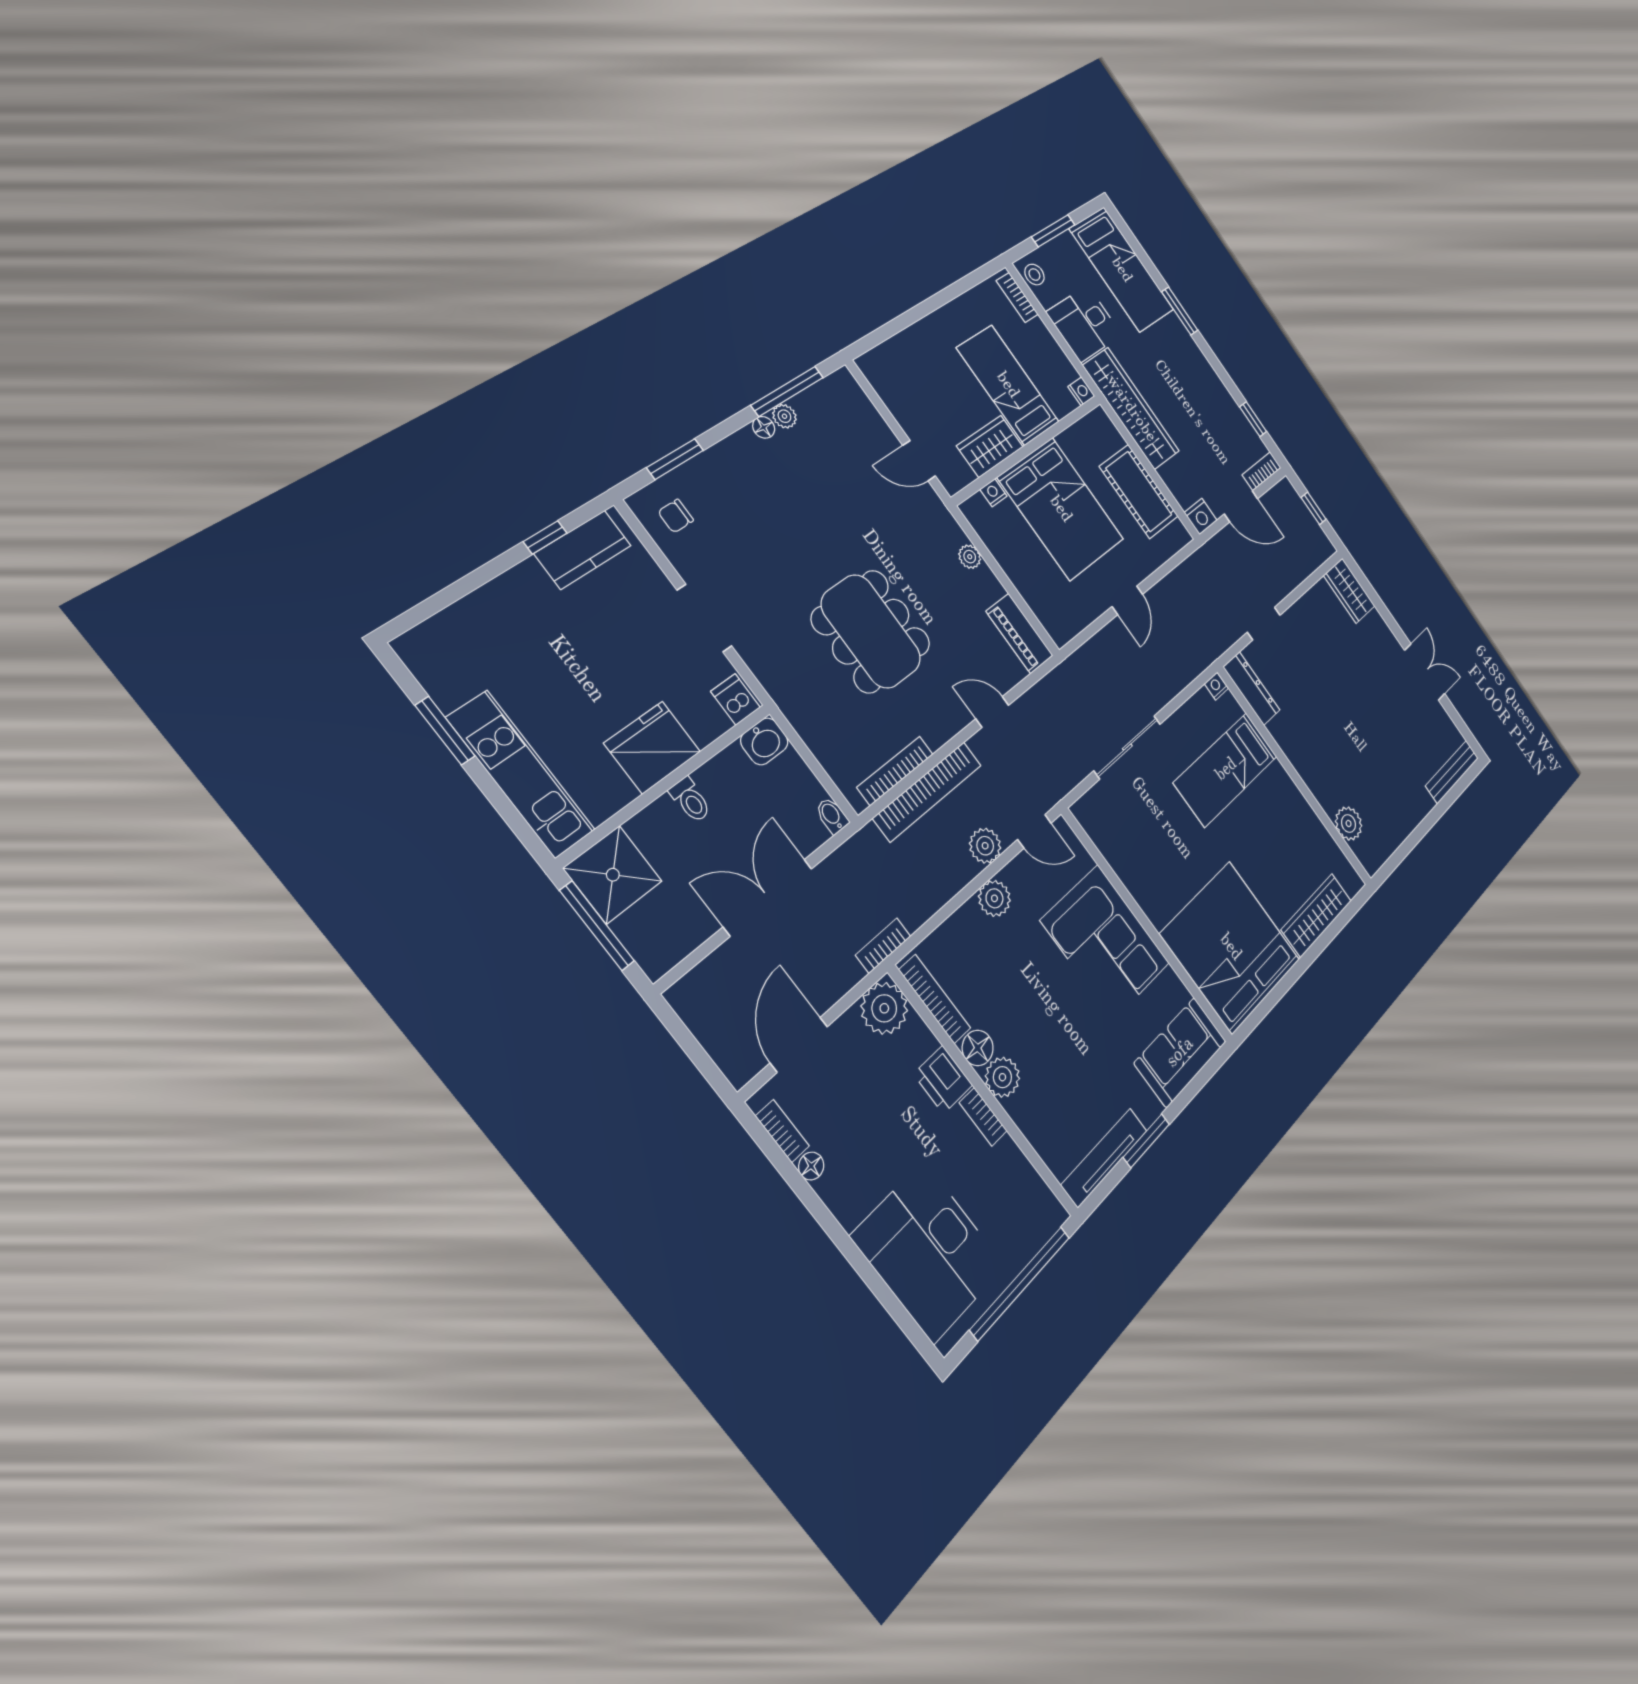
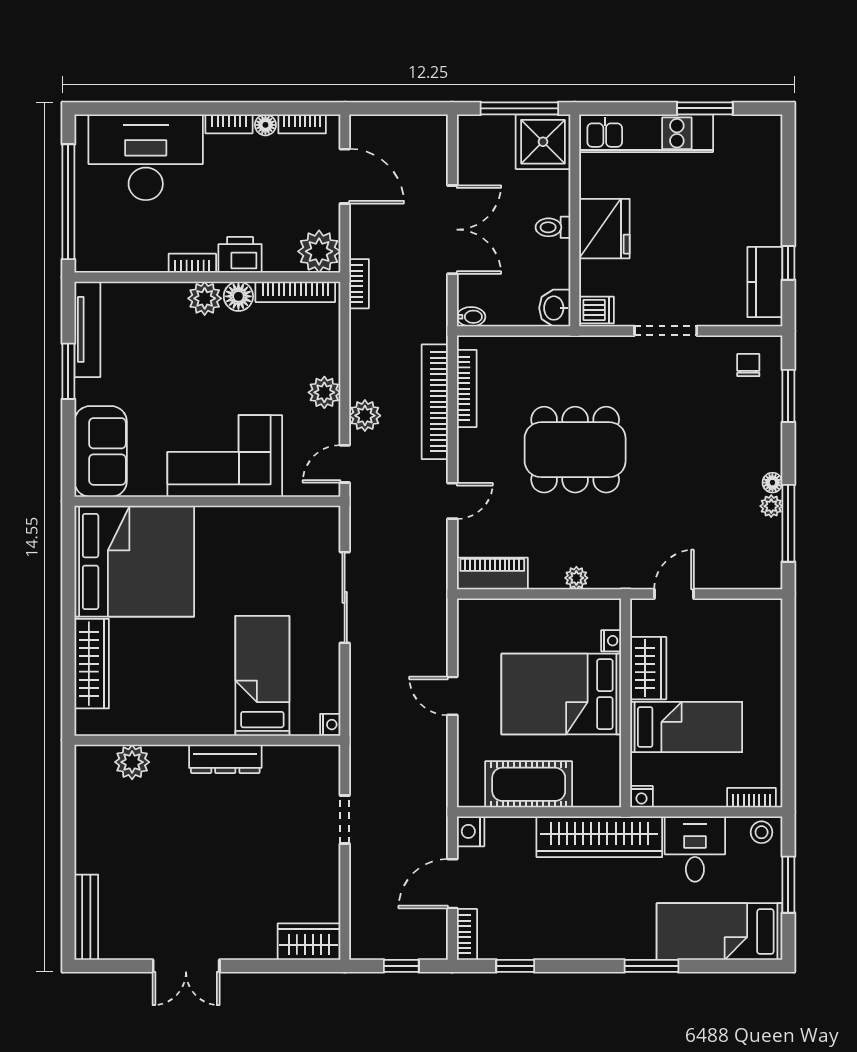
dresser: (1251, 688) -> (225, 759), moved
bookcase: (838, 1202) -> (229, 124), added

